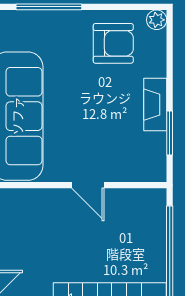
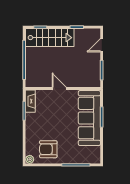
fireplace: (155, 105) -> (30, 101), moved

